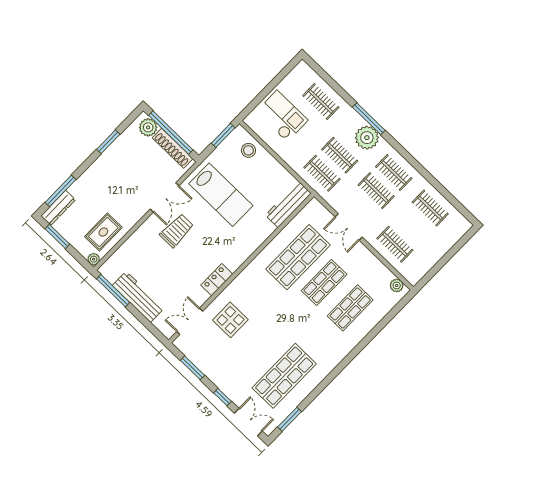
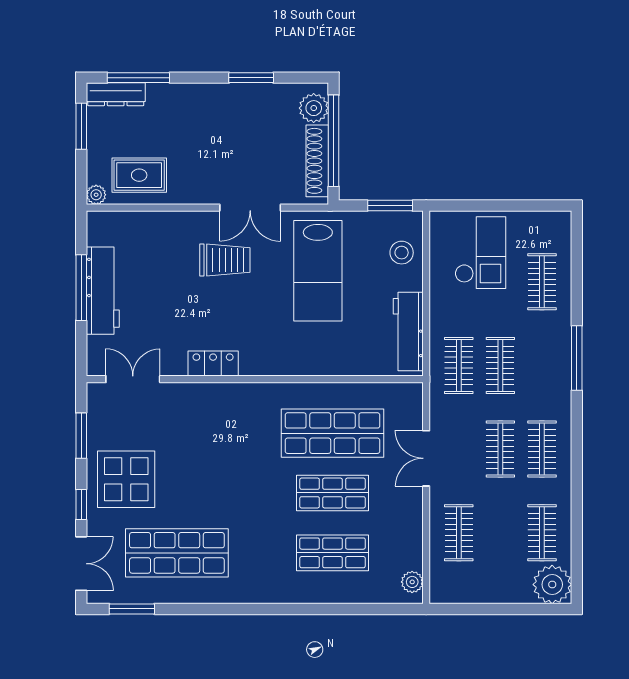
plant: (367, 138) -> (552, 585), moved
workbench: (288, 204) -> (408, 332), moved, turned -90
window: (113, 291) -> (81, 288), moved
display table: (230, 320) -> (126, 479), moved, width x1.36, depth x1.36

